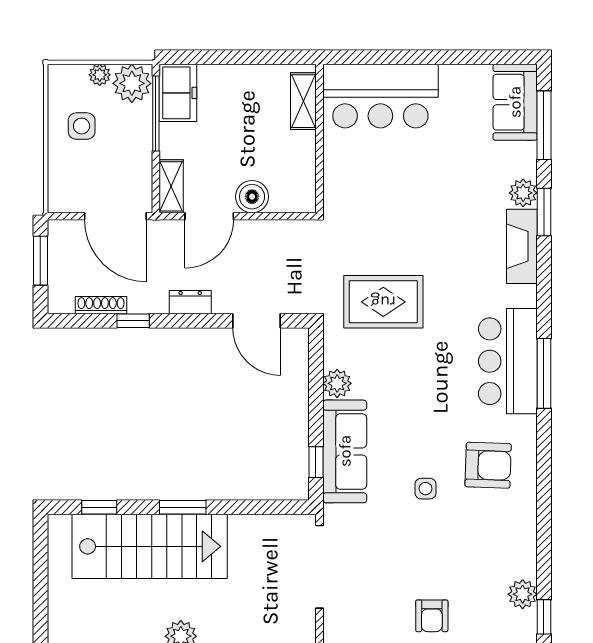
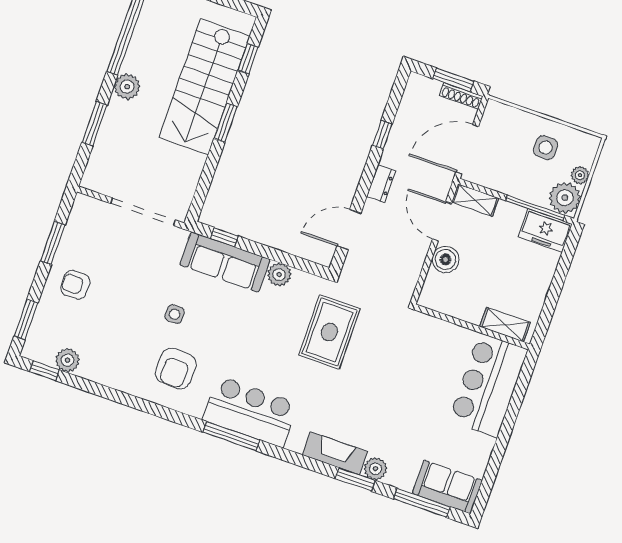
shoe rack: (101, 305) -> (461, 96), moved, turned 90

